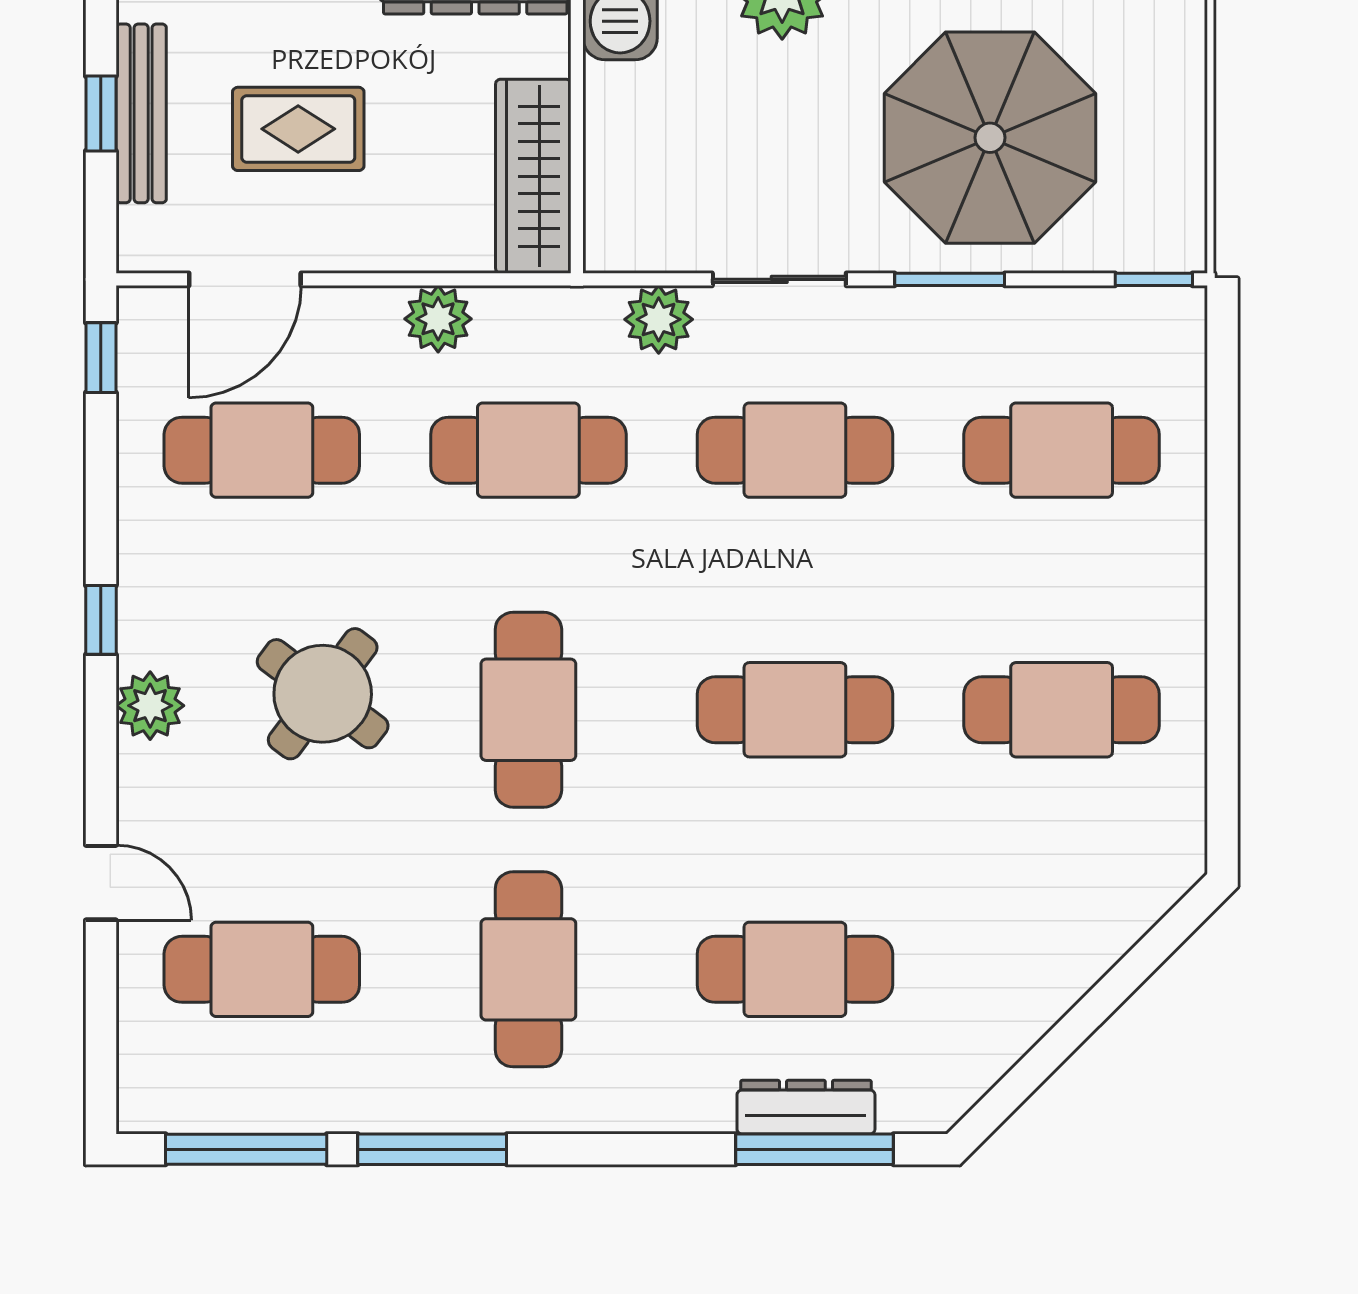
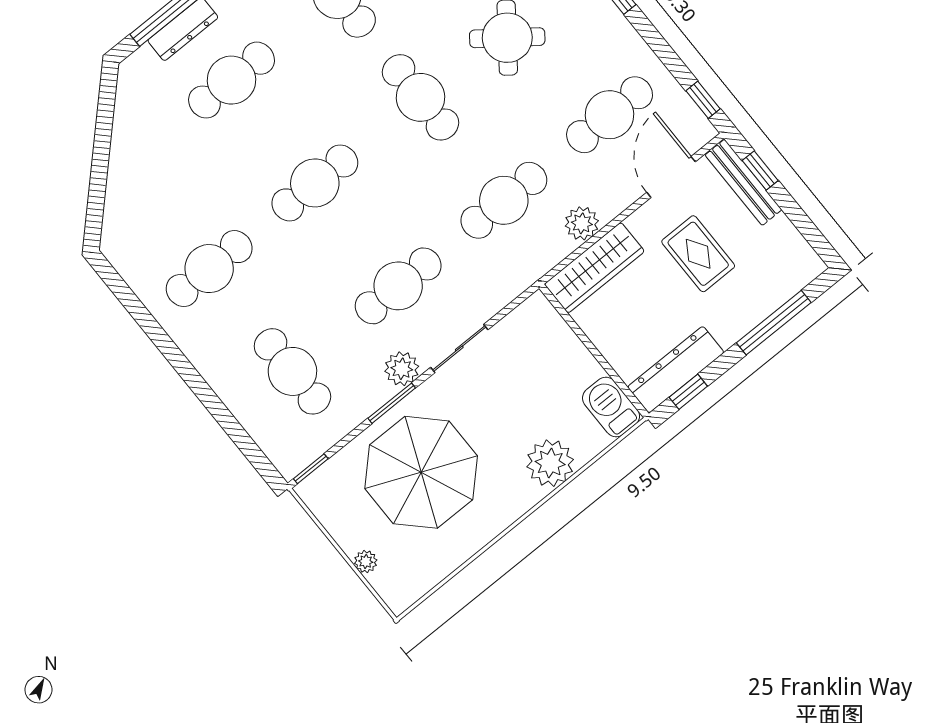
plant: (1185, 70) -> (366, 562), added
bench: (141, 113) -> (743, 182), moved
window: (101, 114) -> (760, 170), moved
rug: (298, 129) -> (698, 254), turned 90
wardrobe: (533, 176) -> (594, 268), moved, turned 90
plant: (659, 319) -> (402, 369), moved
cafe table: (1062, 450) -> (292, 371), turned 90

